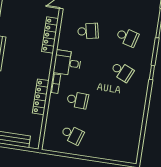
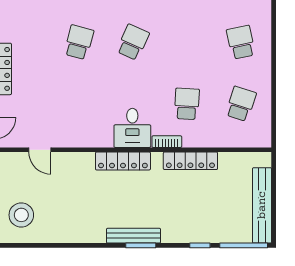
school desk: (88, 31) -> (241, 42), moved
locker: (50, 35) -> (123, 161), moved

